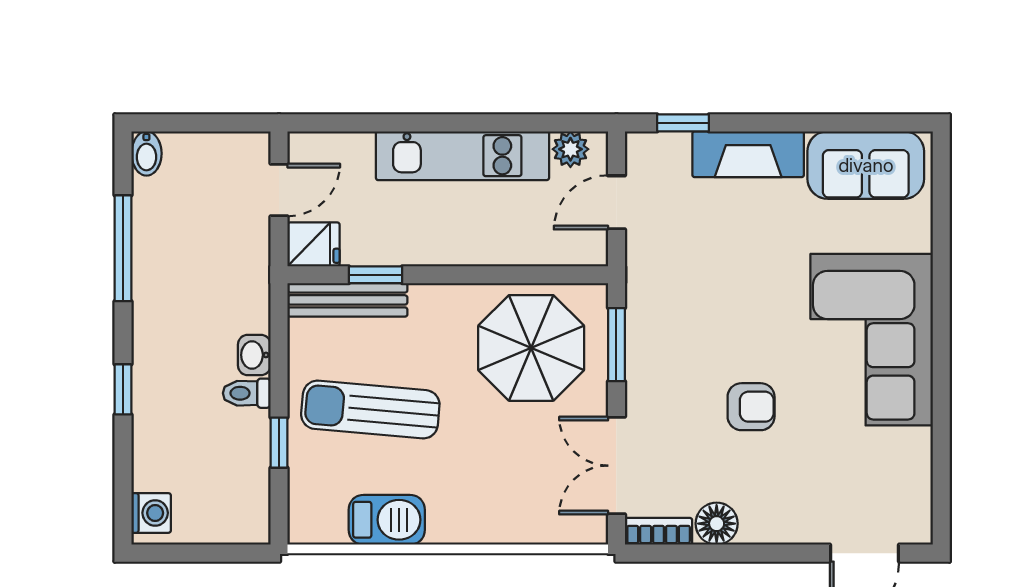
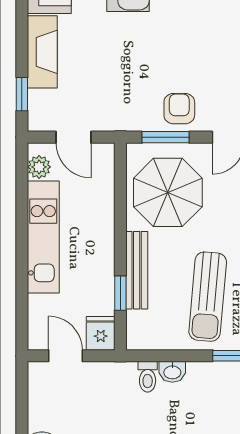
bench: (347, 300) -> (137, 270), moved
toilet: (247, 393) -> (148, 377), moved
armchair: (751, 407) -> (179, 109), moved

